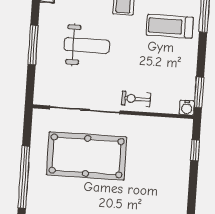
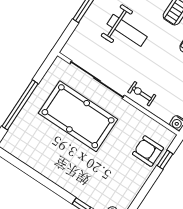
armchair: (174, 151) -> (148, 151), added

